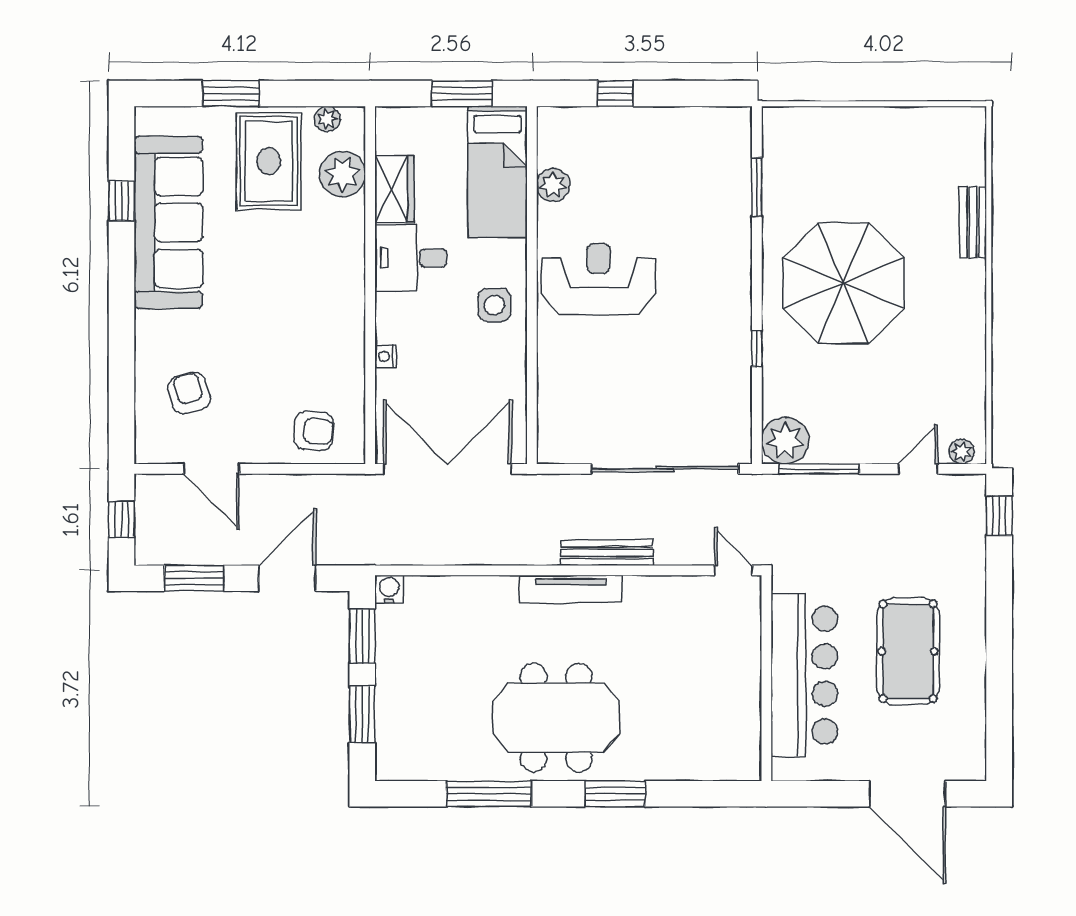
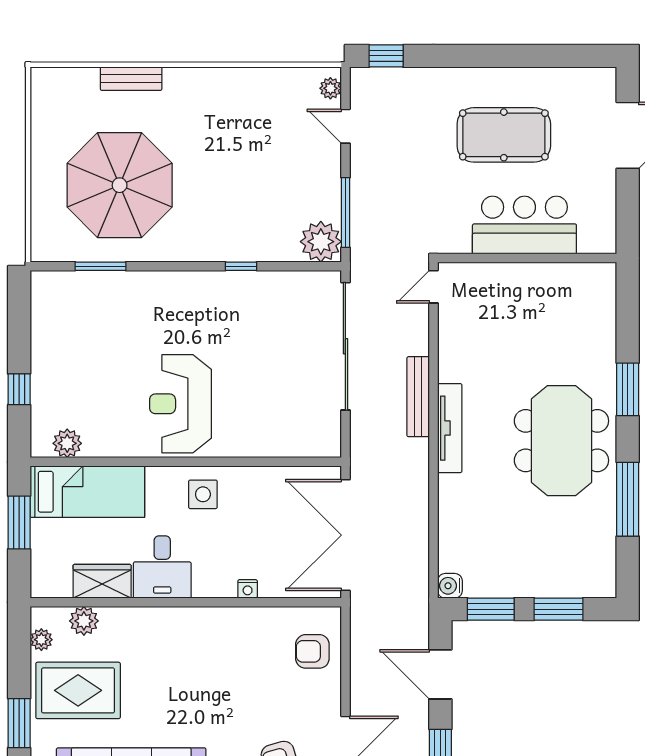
plant: (343, 174) -> (84, 621), width x0.73, depth x0.73
plant: (553, 185) -> (67, 443), moved
parasol: (843, 283) -> (120, 185), moved
armchair: (314, 431) -> (312, 651), turned -95
bar counter: (804, 675) -> (524, 225), width x0.73

